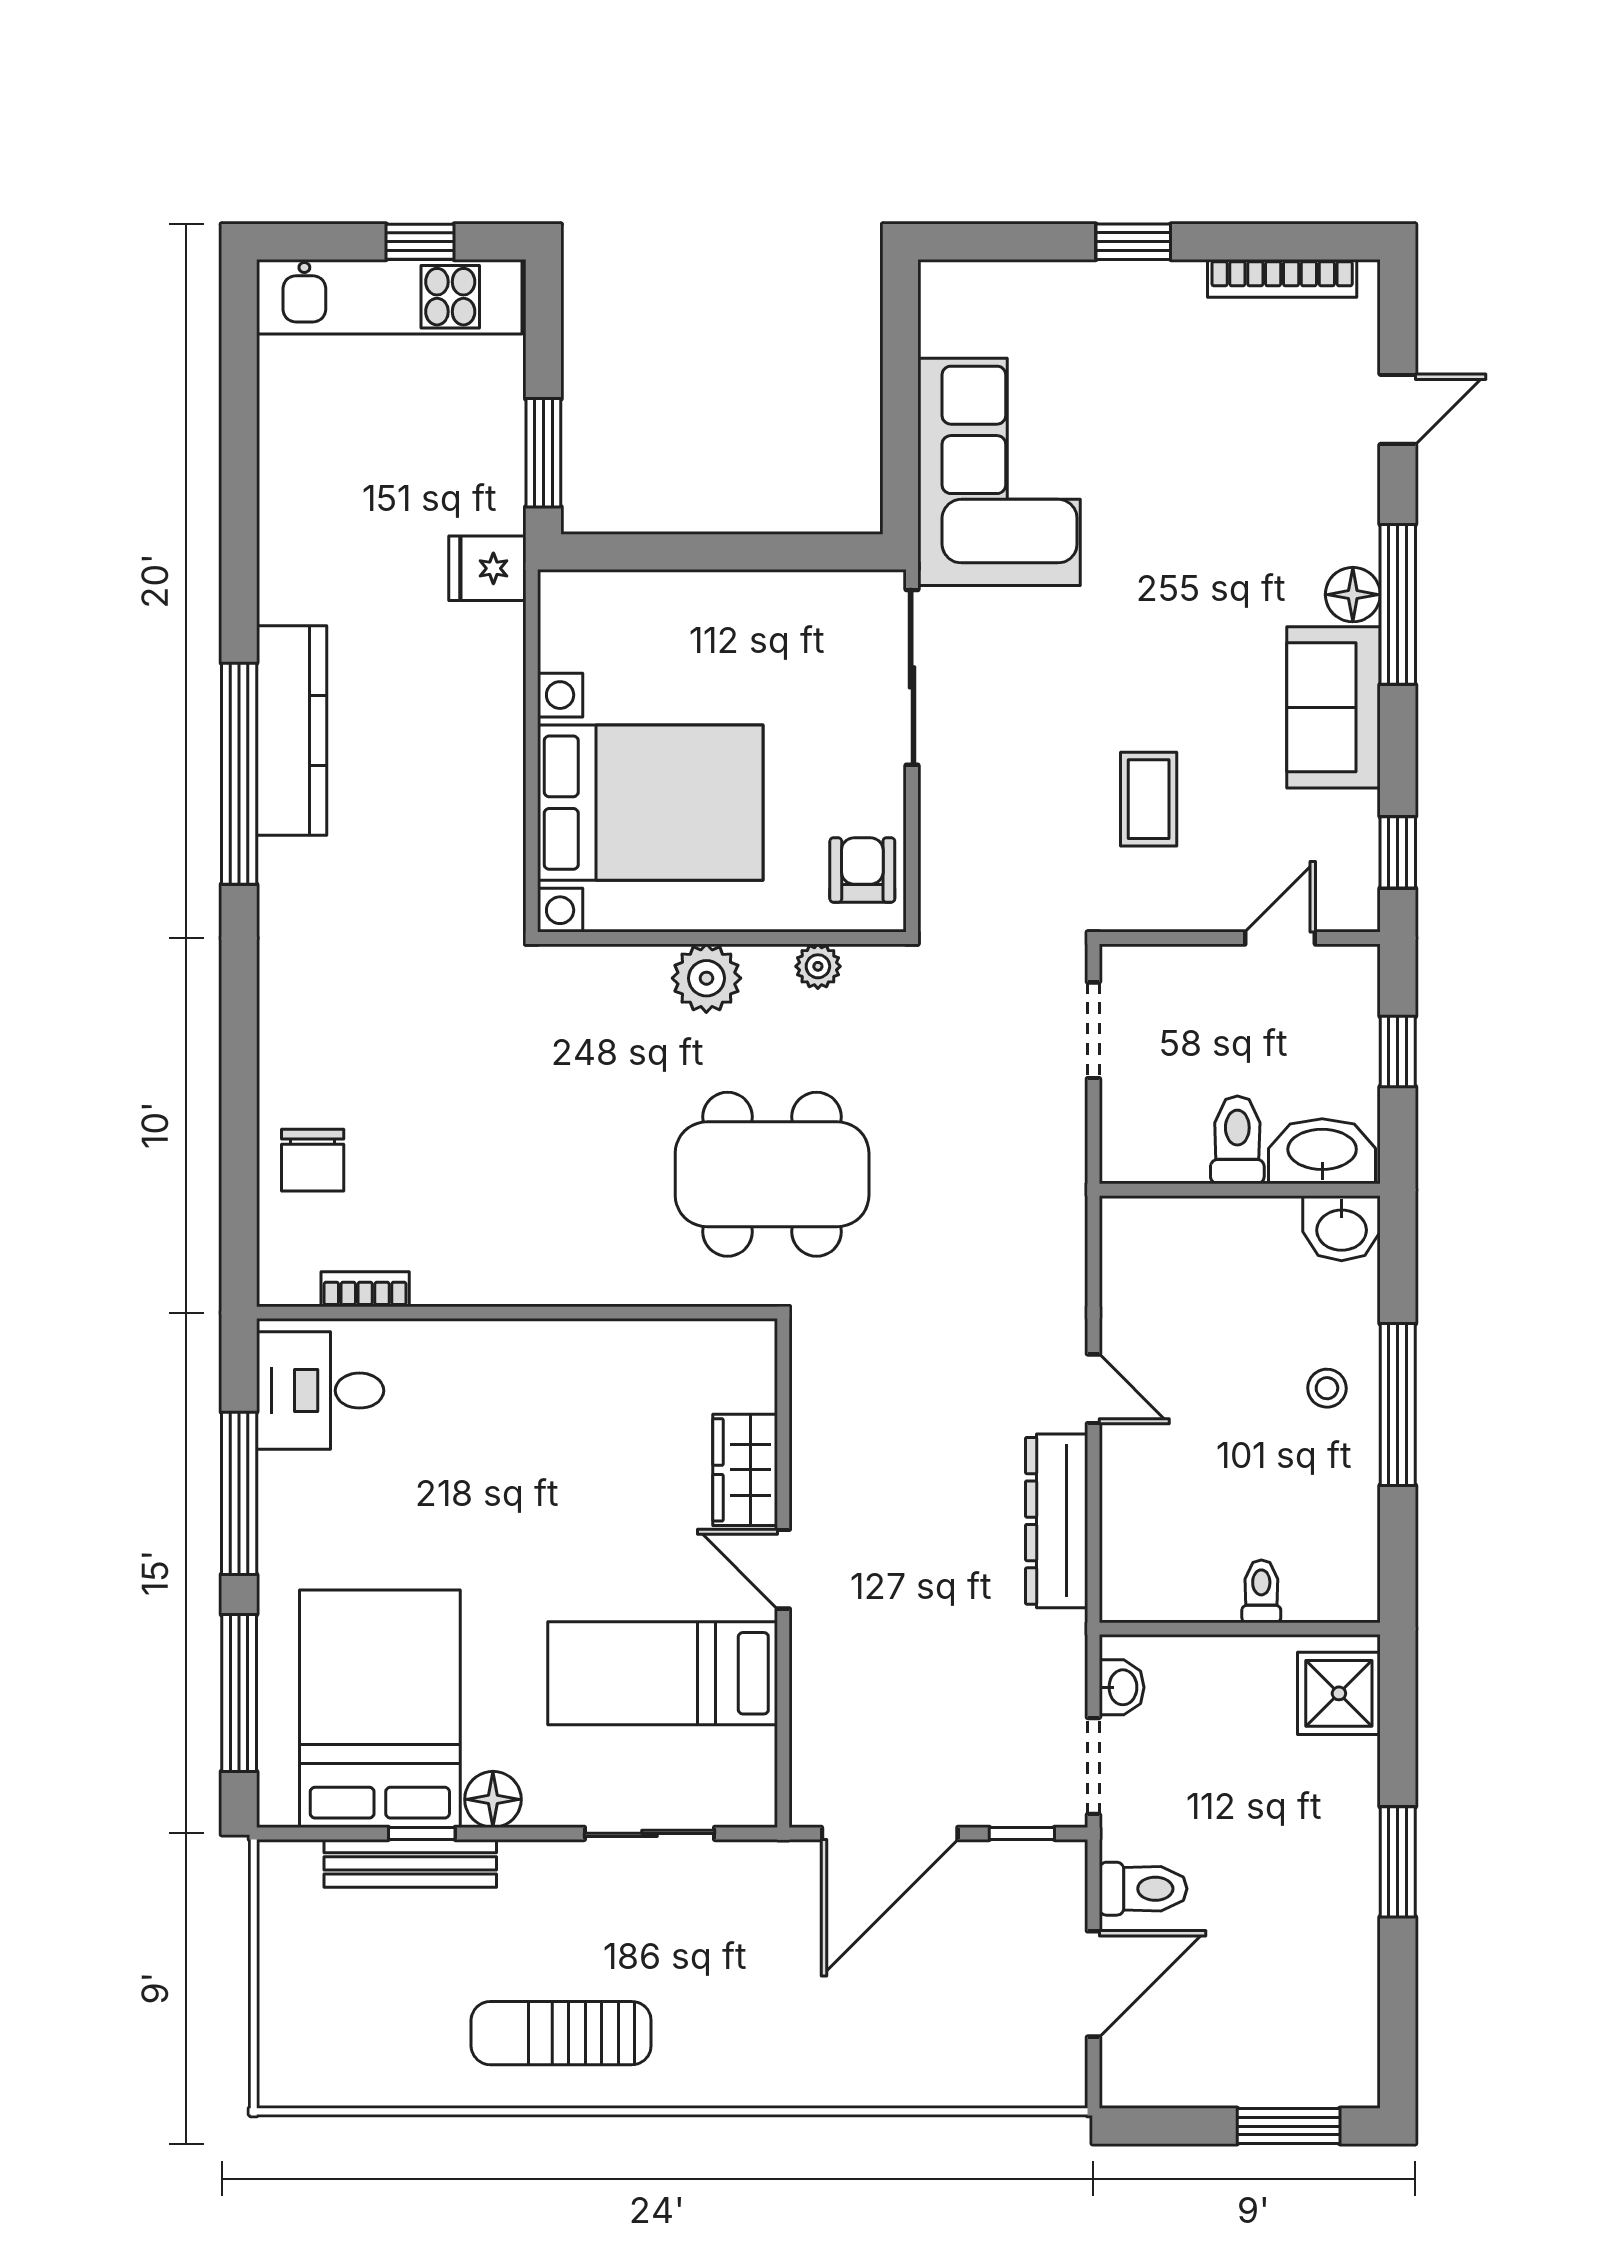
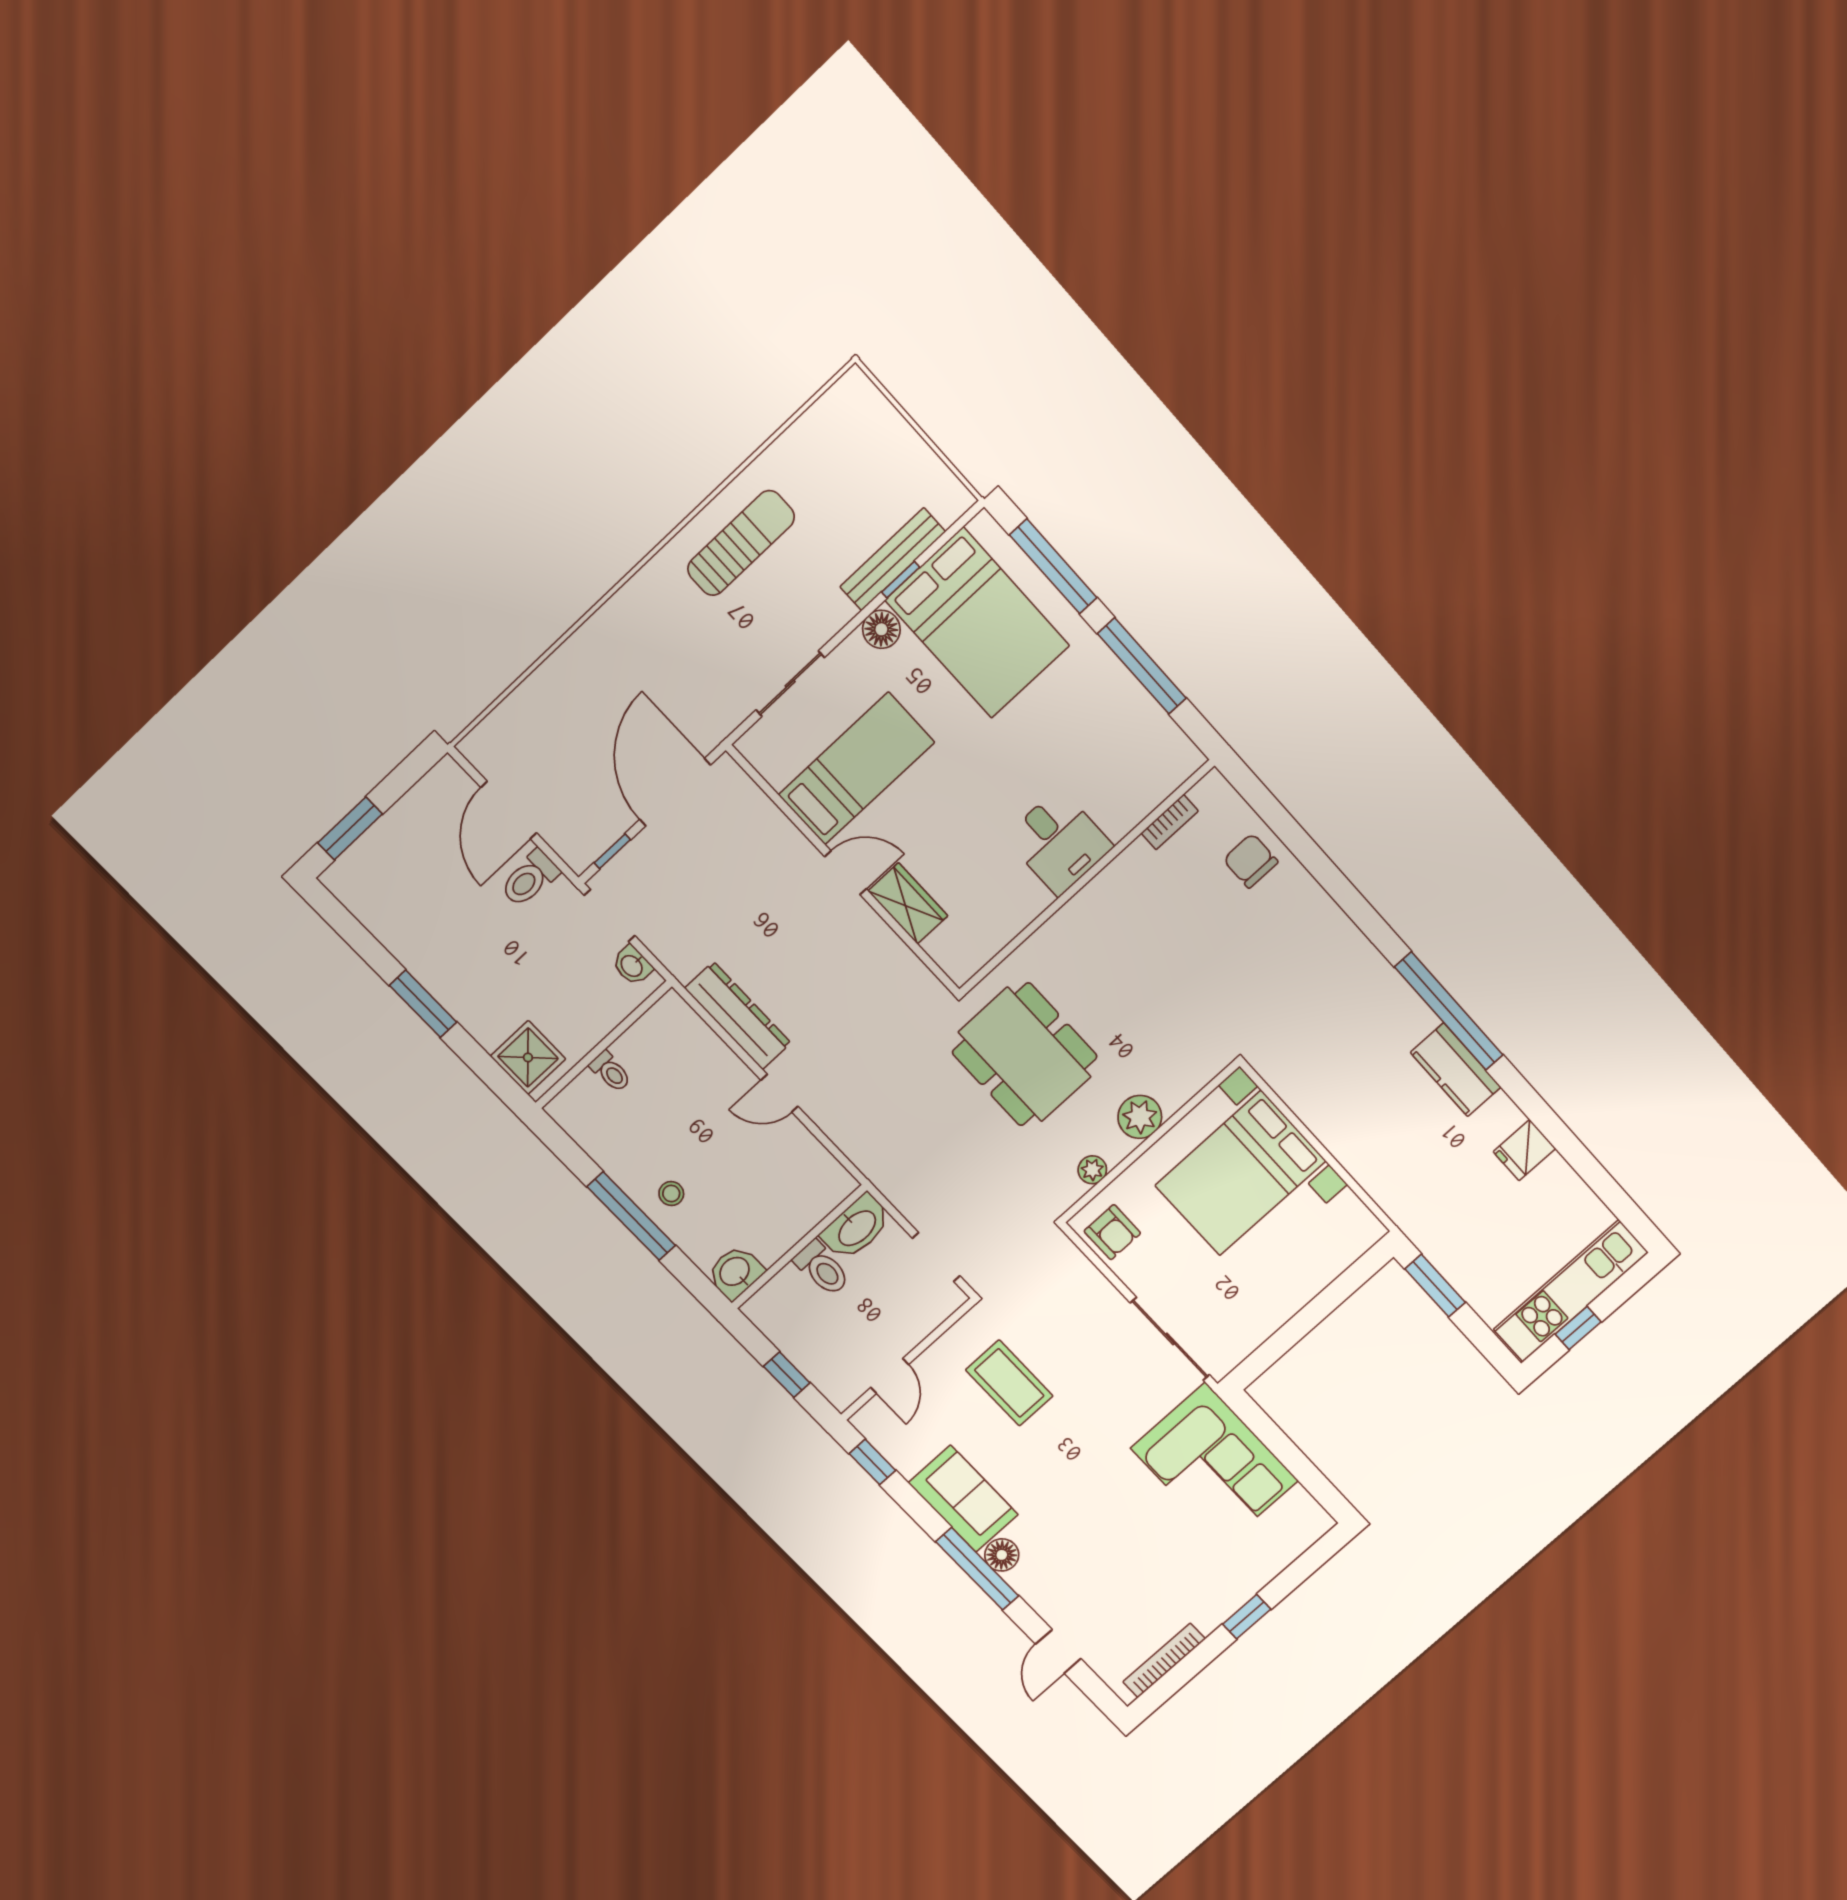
fridge: (487, 568) -> (1524, 1150), moved, turned 180
kitchen counter: (292, 731) -> (1456, 1070), width x0.67
coffee table: (1149, 799) -> (1009, 1383), width x1.36, depth x1.30
washbasin: (1322, 1151) -> (856, 1227), moved
dining table: (772, 1174) -> (1025, 1054), turned 90
desk: (320, 1391) -> (1059, 842), moved, turned 90

